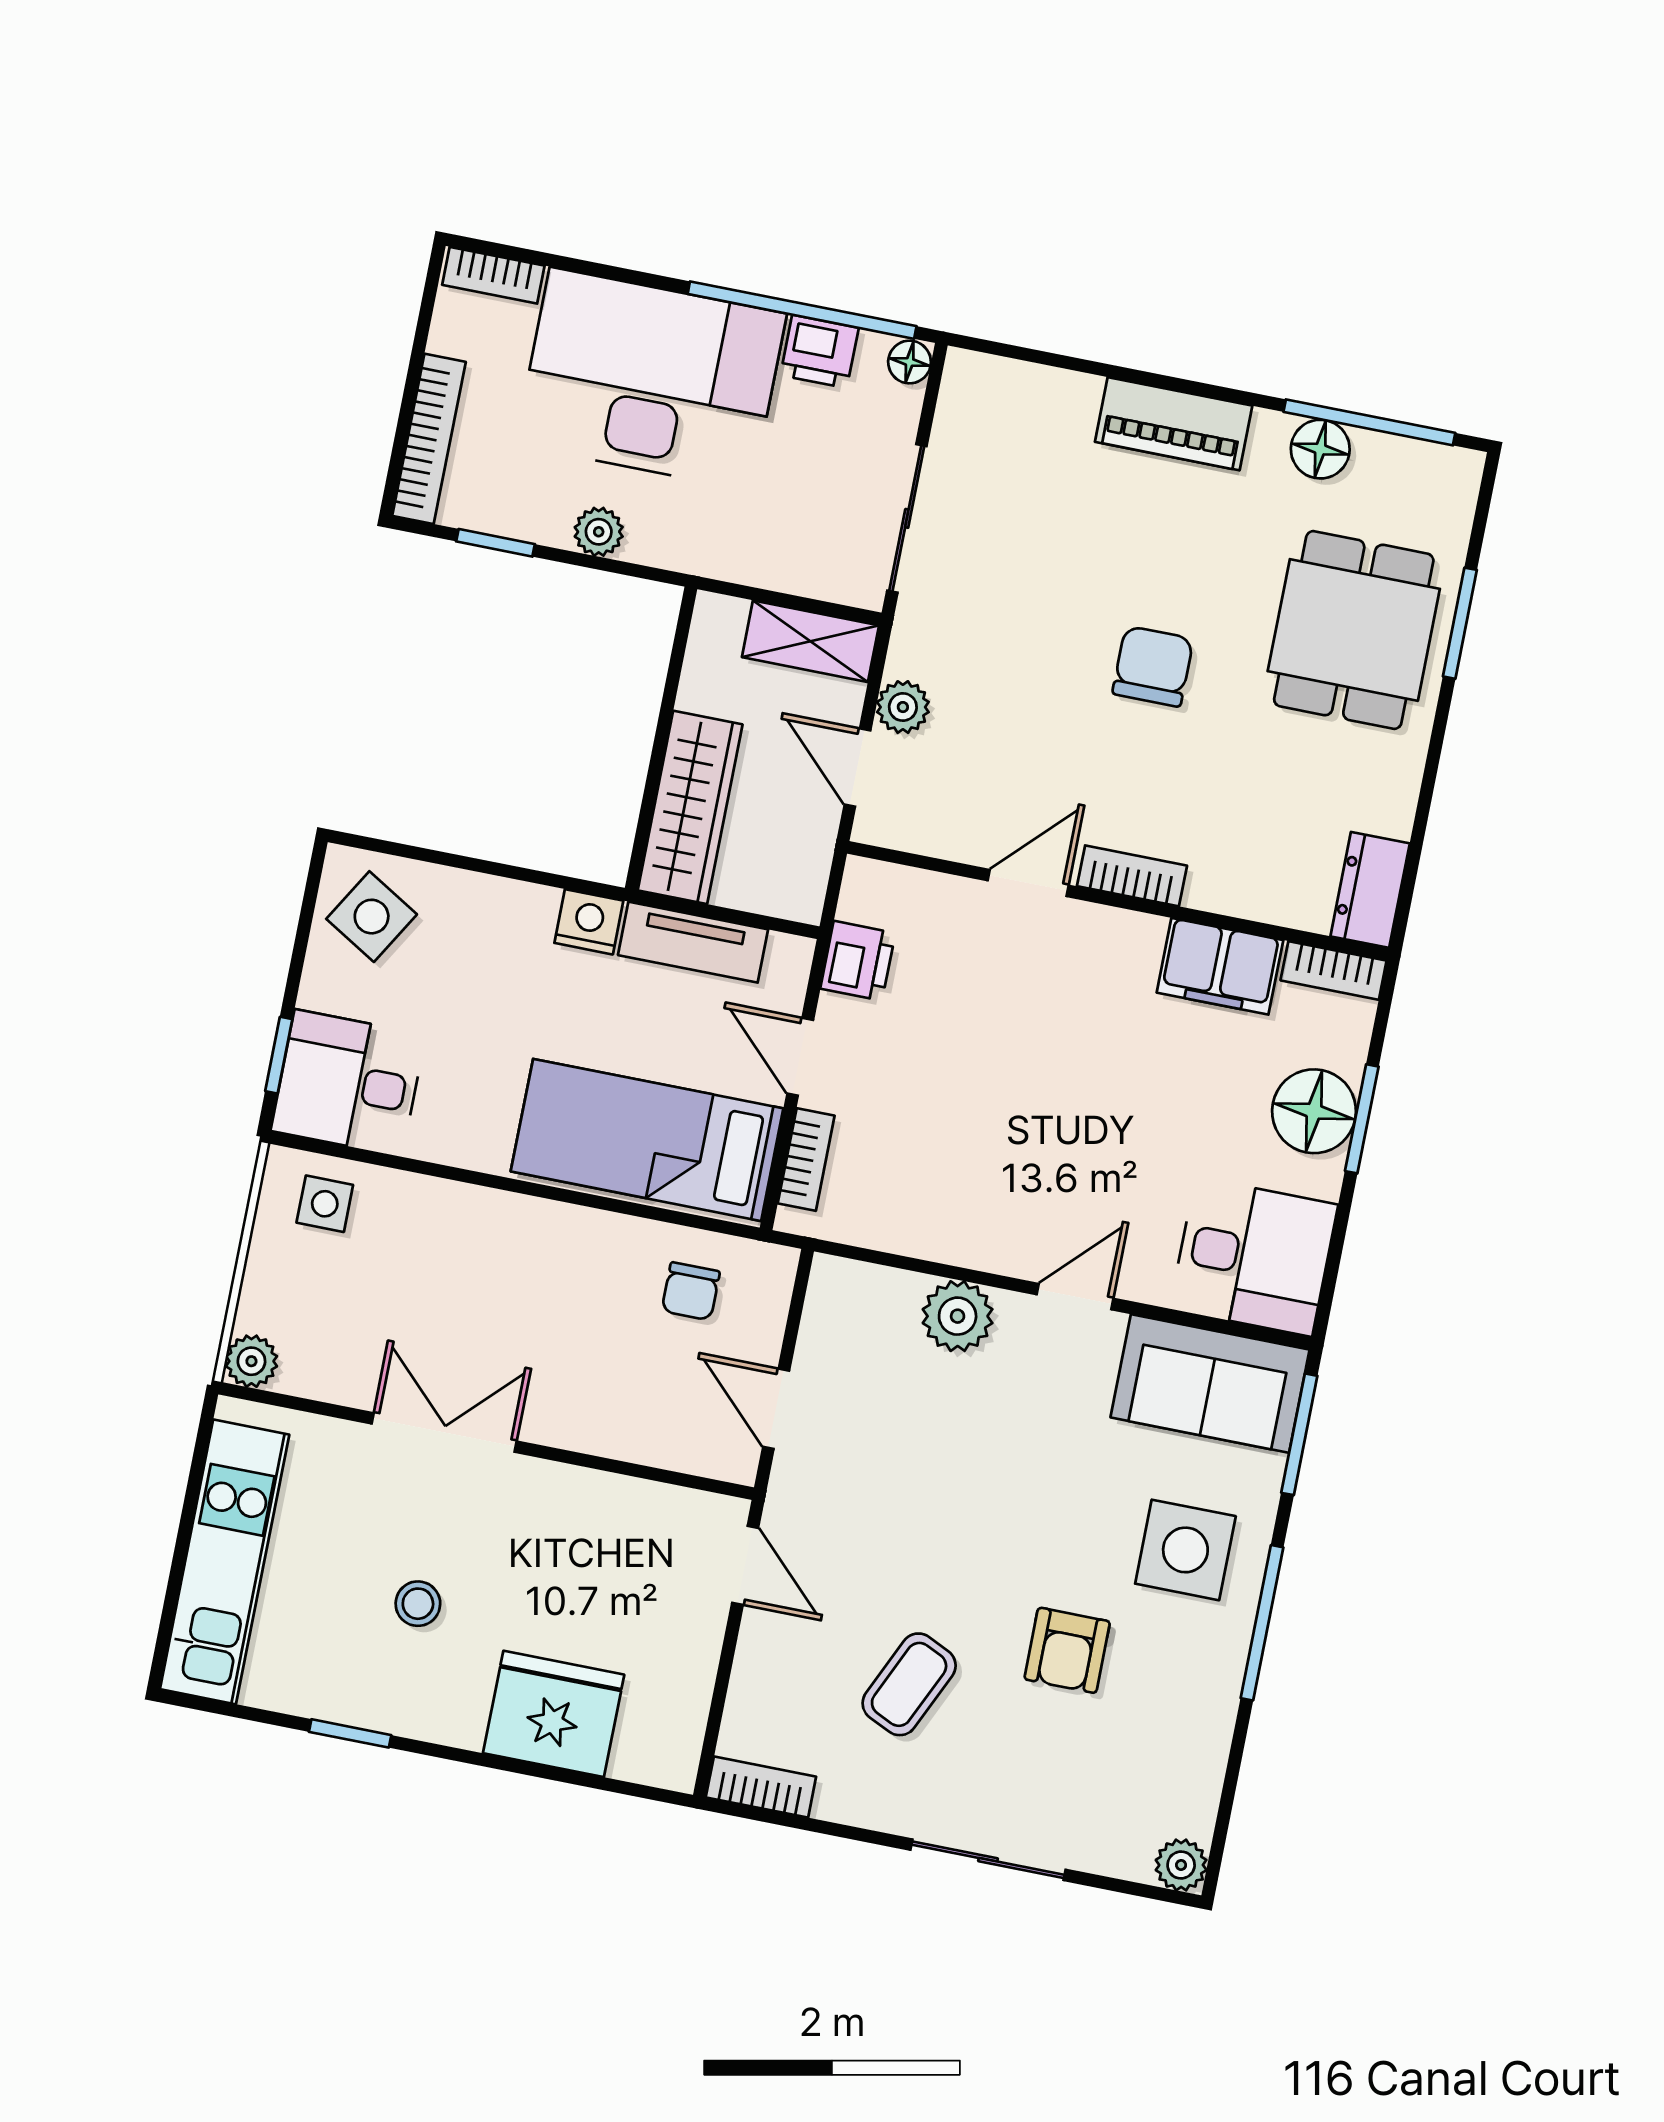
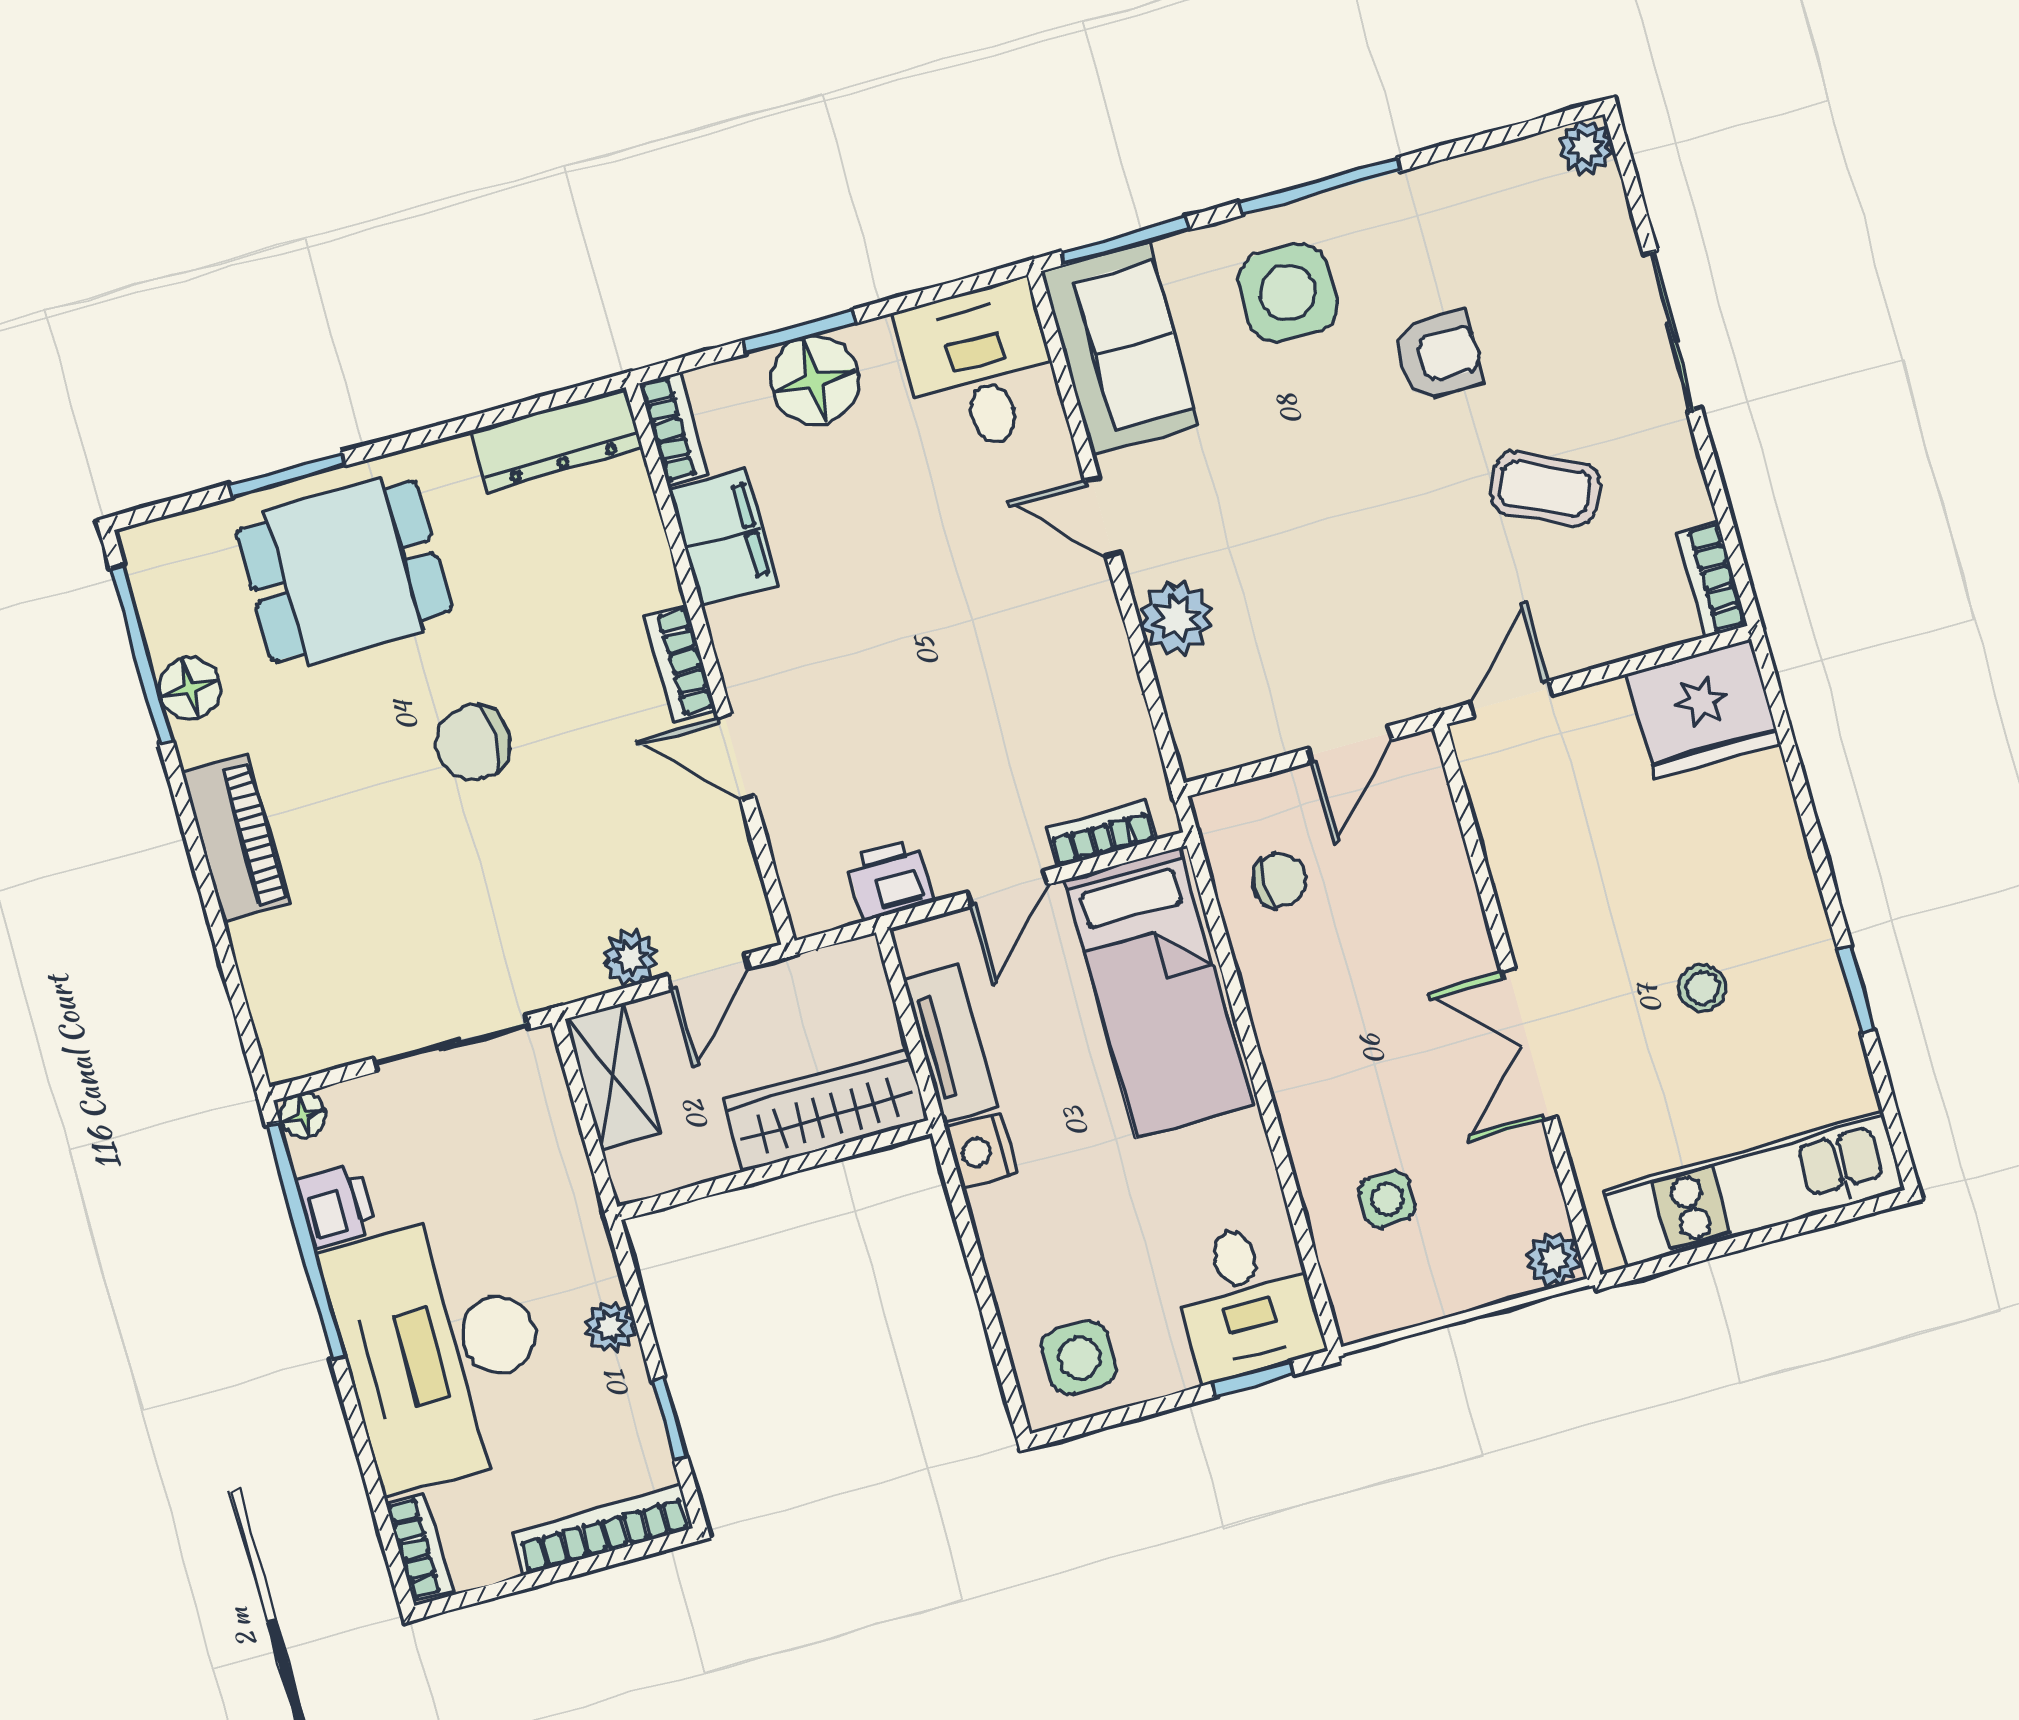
dresser: (1370, 890) -> (557, 439), width x1.44
side table: (372, 917) -> (1079, 1358), turned -31
side table: (325, 1204) -> (1387, 1199), moved
fridge: (554, 1714) -> (1704, 709), moved, turned -90

